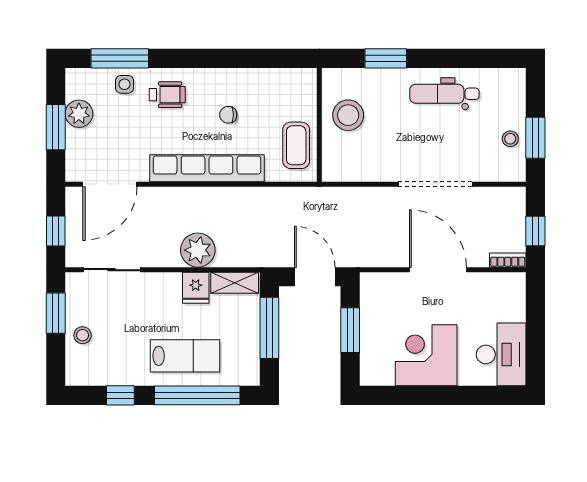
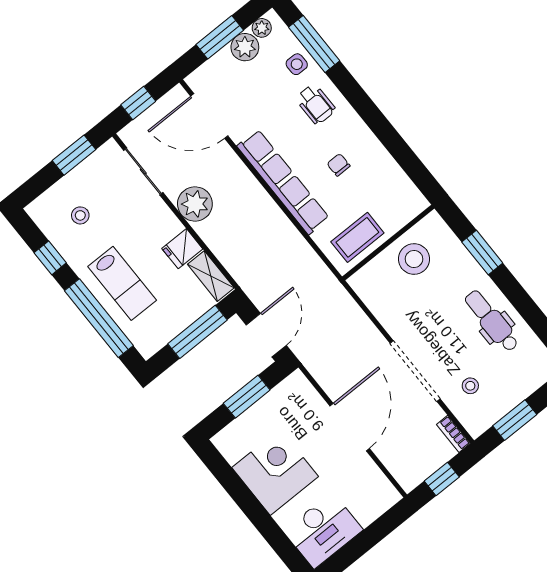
plant: (75, 89) -> (262, 28), added
stool: (510, 139) -> (470, 386), moved
plant: (198, 250) -> (195, 204), moved
bookcase: (508, 260) -> (453, 434), moved, turned 180
stool: (83, 335) -> (80, 215), moved

